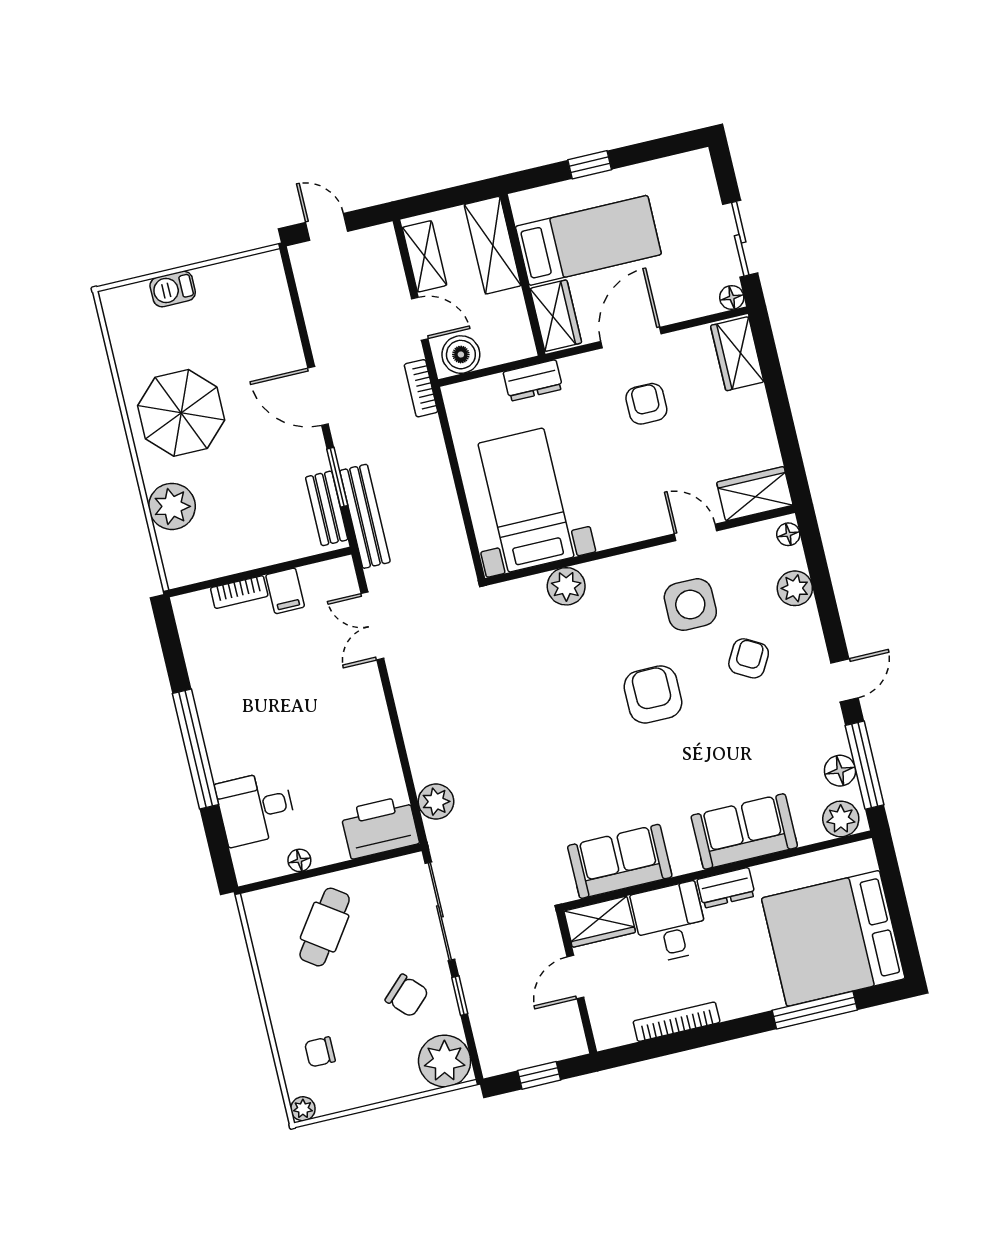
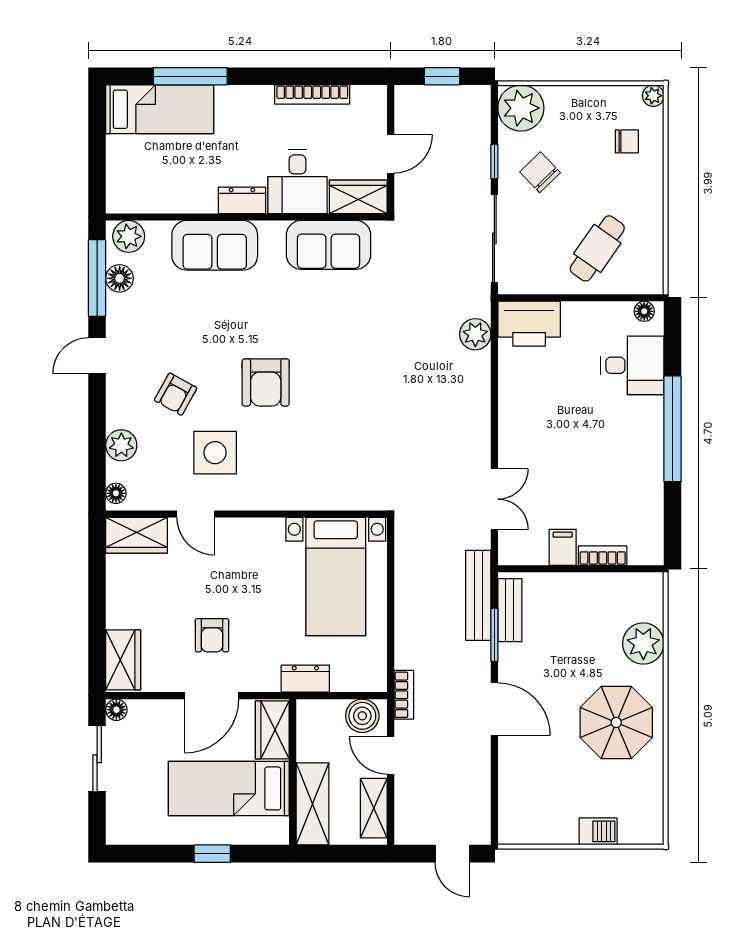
plant: (566, 586) -> (319, 494), removed
floor lamp: (299, 860) -> (644, 311), moved
bed: (833, 938) -> (160, 109), width x0.49

